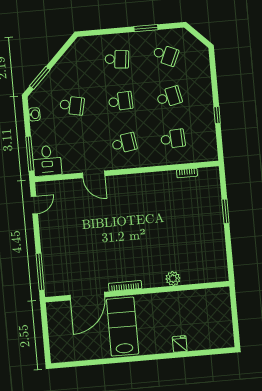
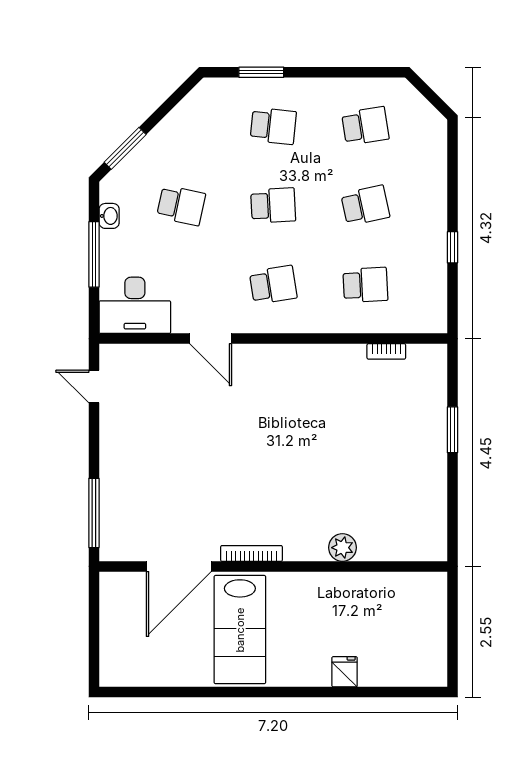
window: (146, 28) -> (261, 72), moved
school desk: (165, 55) -> (365, 126), turned -33
window: (30, 154) -> (94, 254), moved
desk: (47, 161) -> (135, 305), width x1.37
door: (34, 205) -> (94, 387), swing flipped
lab bench: (123, 327) -> (240, 630), turned 180

